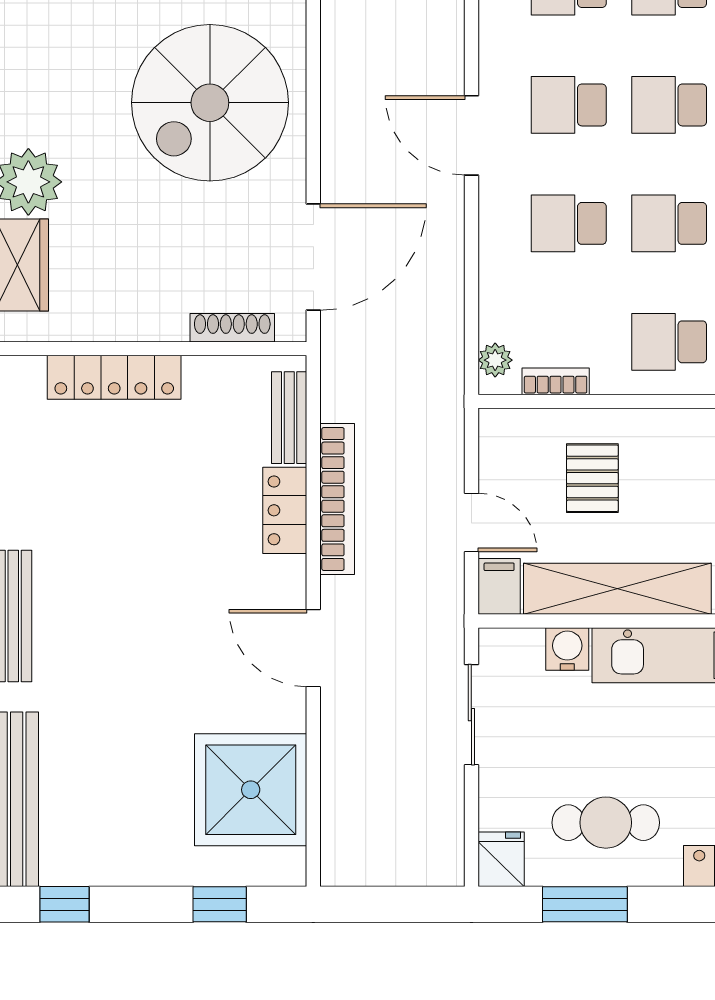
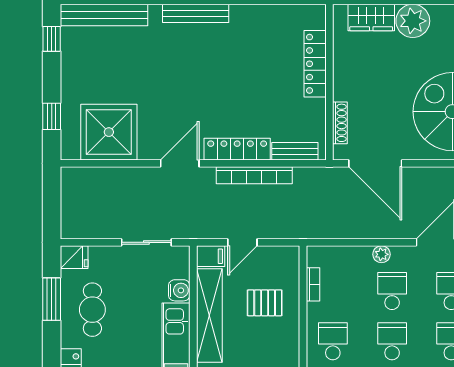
plant: (495, 360) -> (382, 254), moved
locker: (285, 510) -> (237, 149), width x1.53

